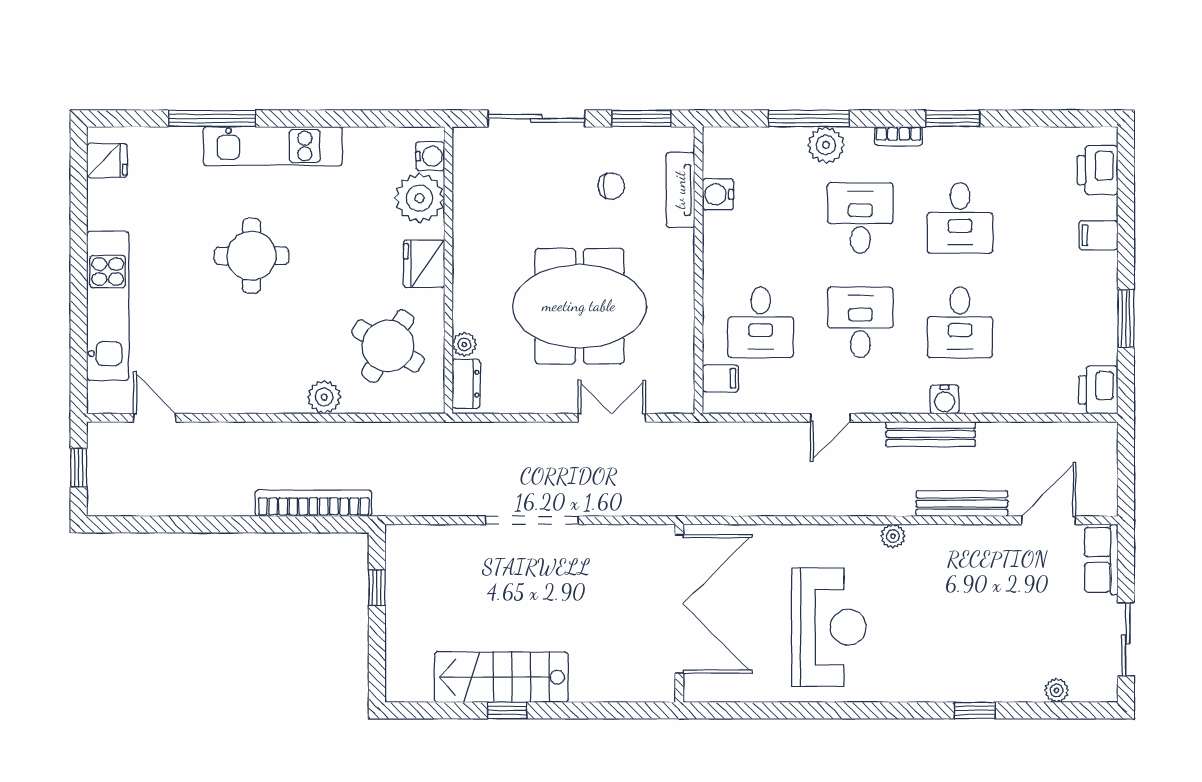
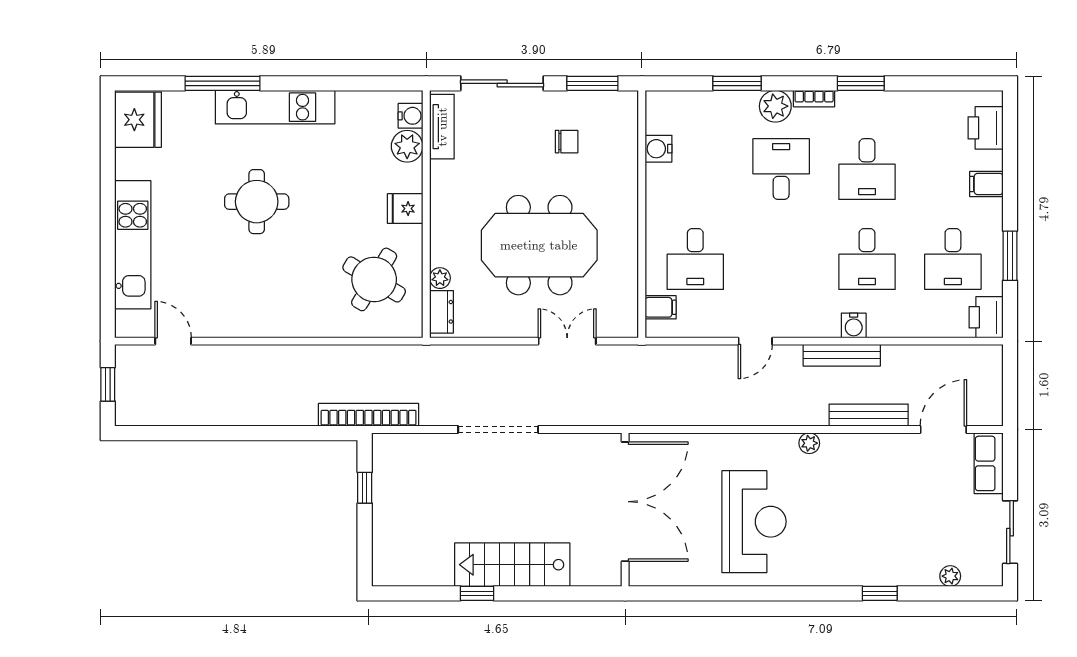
window: (809, 118) -> (737, 83), width x0.69
plant: (826, 145) -> (775, 106), moved
fridge: (107, 161) -> (138, 120), width x1.88, depth x1.34
tv unit: (680, 190) -> (442, 127), moved, turned 180
plant: (420, 198) -> (407, 146), width x0.73, depth x0.73
fridge: (424, 264) -> (405, 209), width x0.72
desk: (860, 322) -> (953, 259), moved, turned 180
plant: (324, 397) -> (319, 323), removed
bookcase: (314, 503) -> (369, 415), moved
stairs: (501, 677) -> (512, 565), moved

